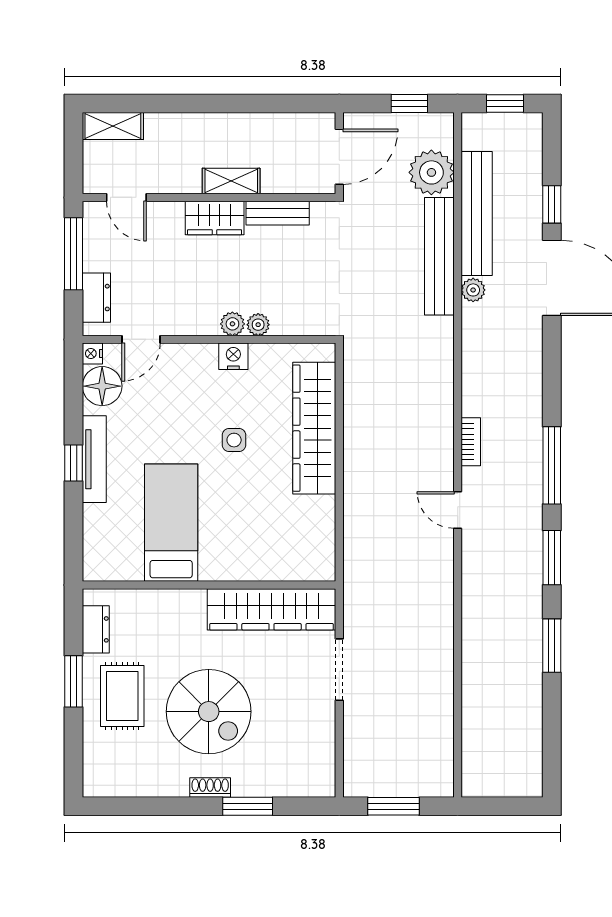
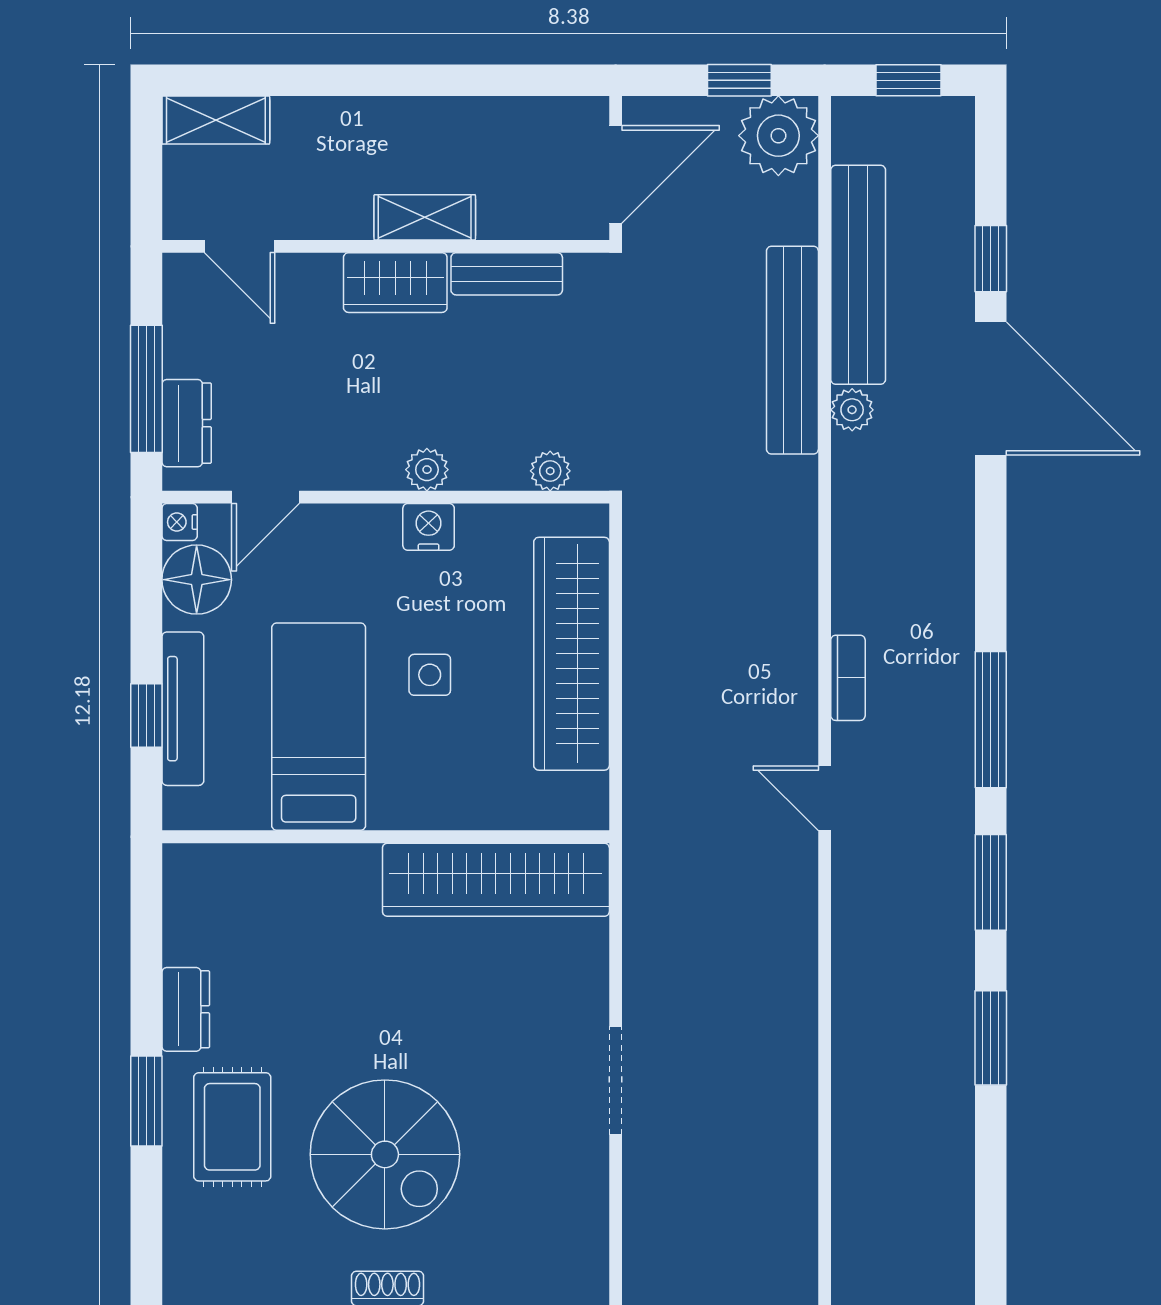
plant: (431, 172) -> (778, 136), moved
window: (74, 254) -> (146, 389), moved
plant: (258, 325) -> (550, 471), moved
bed: (171, 523) -> (319, 727), moved
wall: (209, 585) -> (386, 837), moved
wardrobe: (271, 609) -> (496, 880), moved

